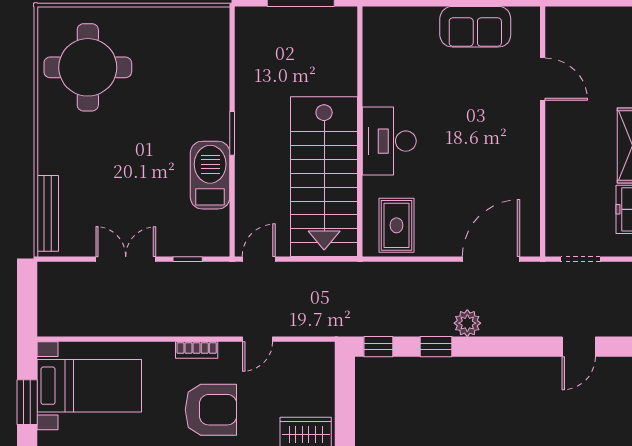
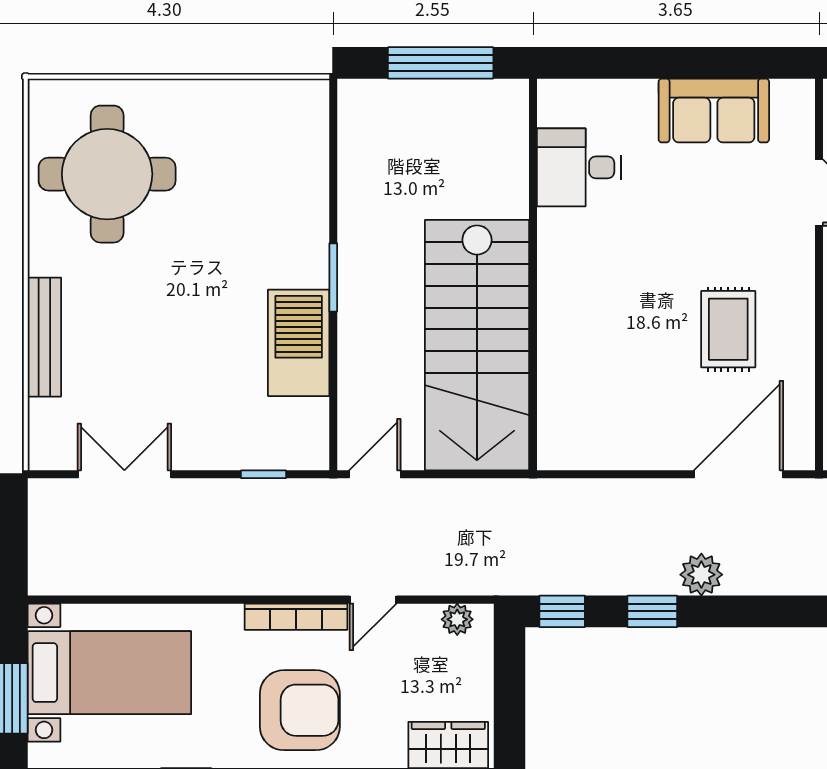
desk: (389, 141) -> (579, 167), moved, width x0.73
bench: (48, 213) -> (44, 337), moved
rug: (396, 225) -> (728, 329), moved
double door: (126, 259) -> (124, 474), moved
bookcase: (197, 350) -> (296, 617), width x1.56
plant: (311, 352) -> (457, 619), added

